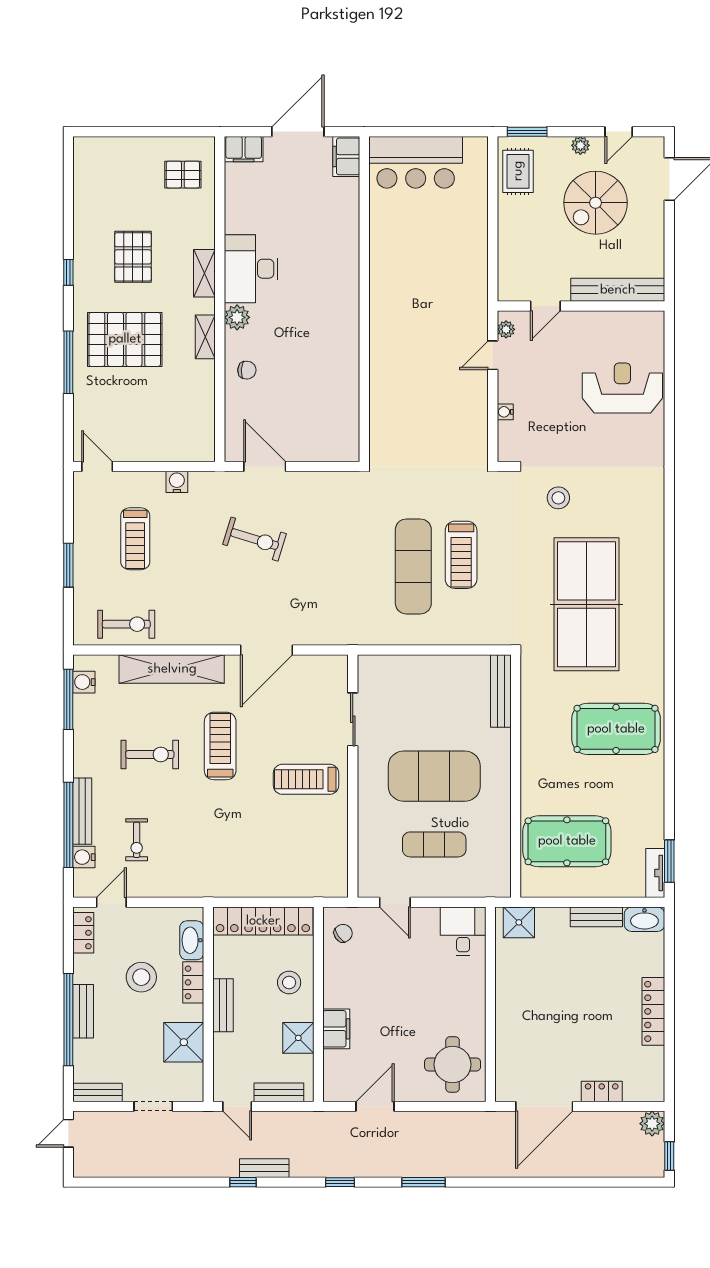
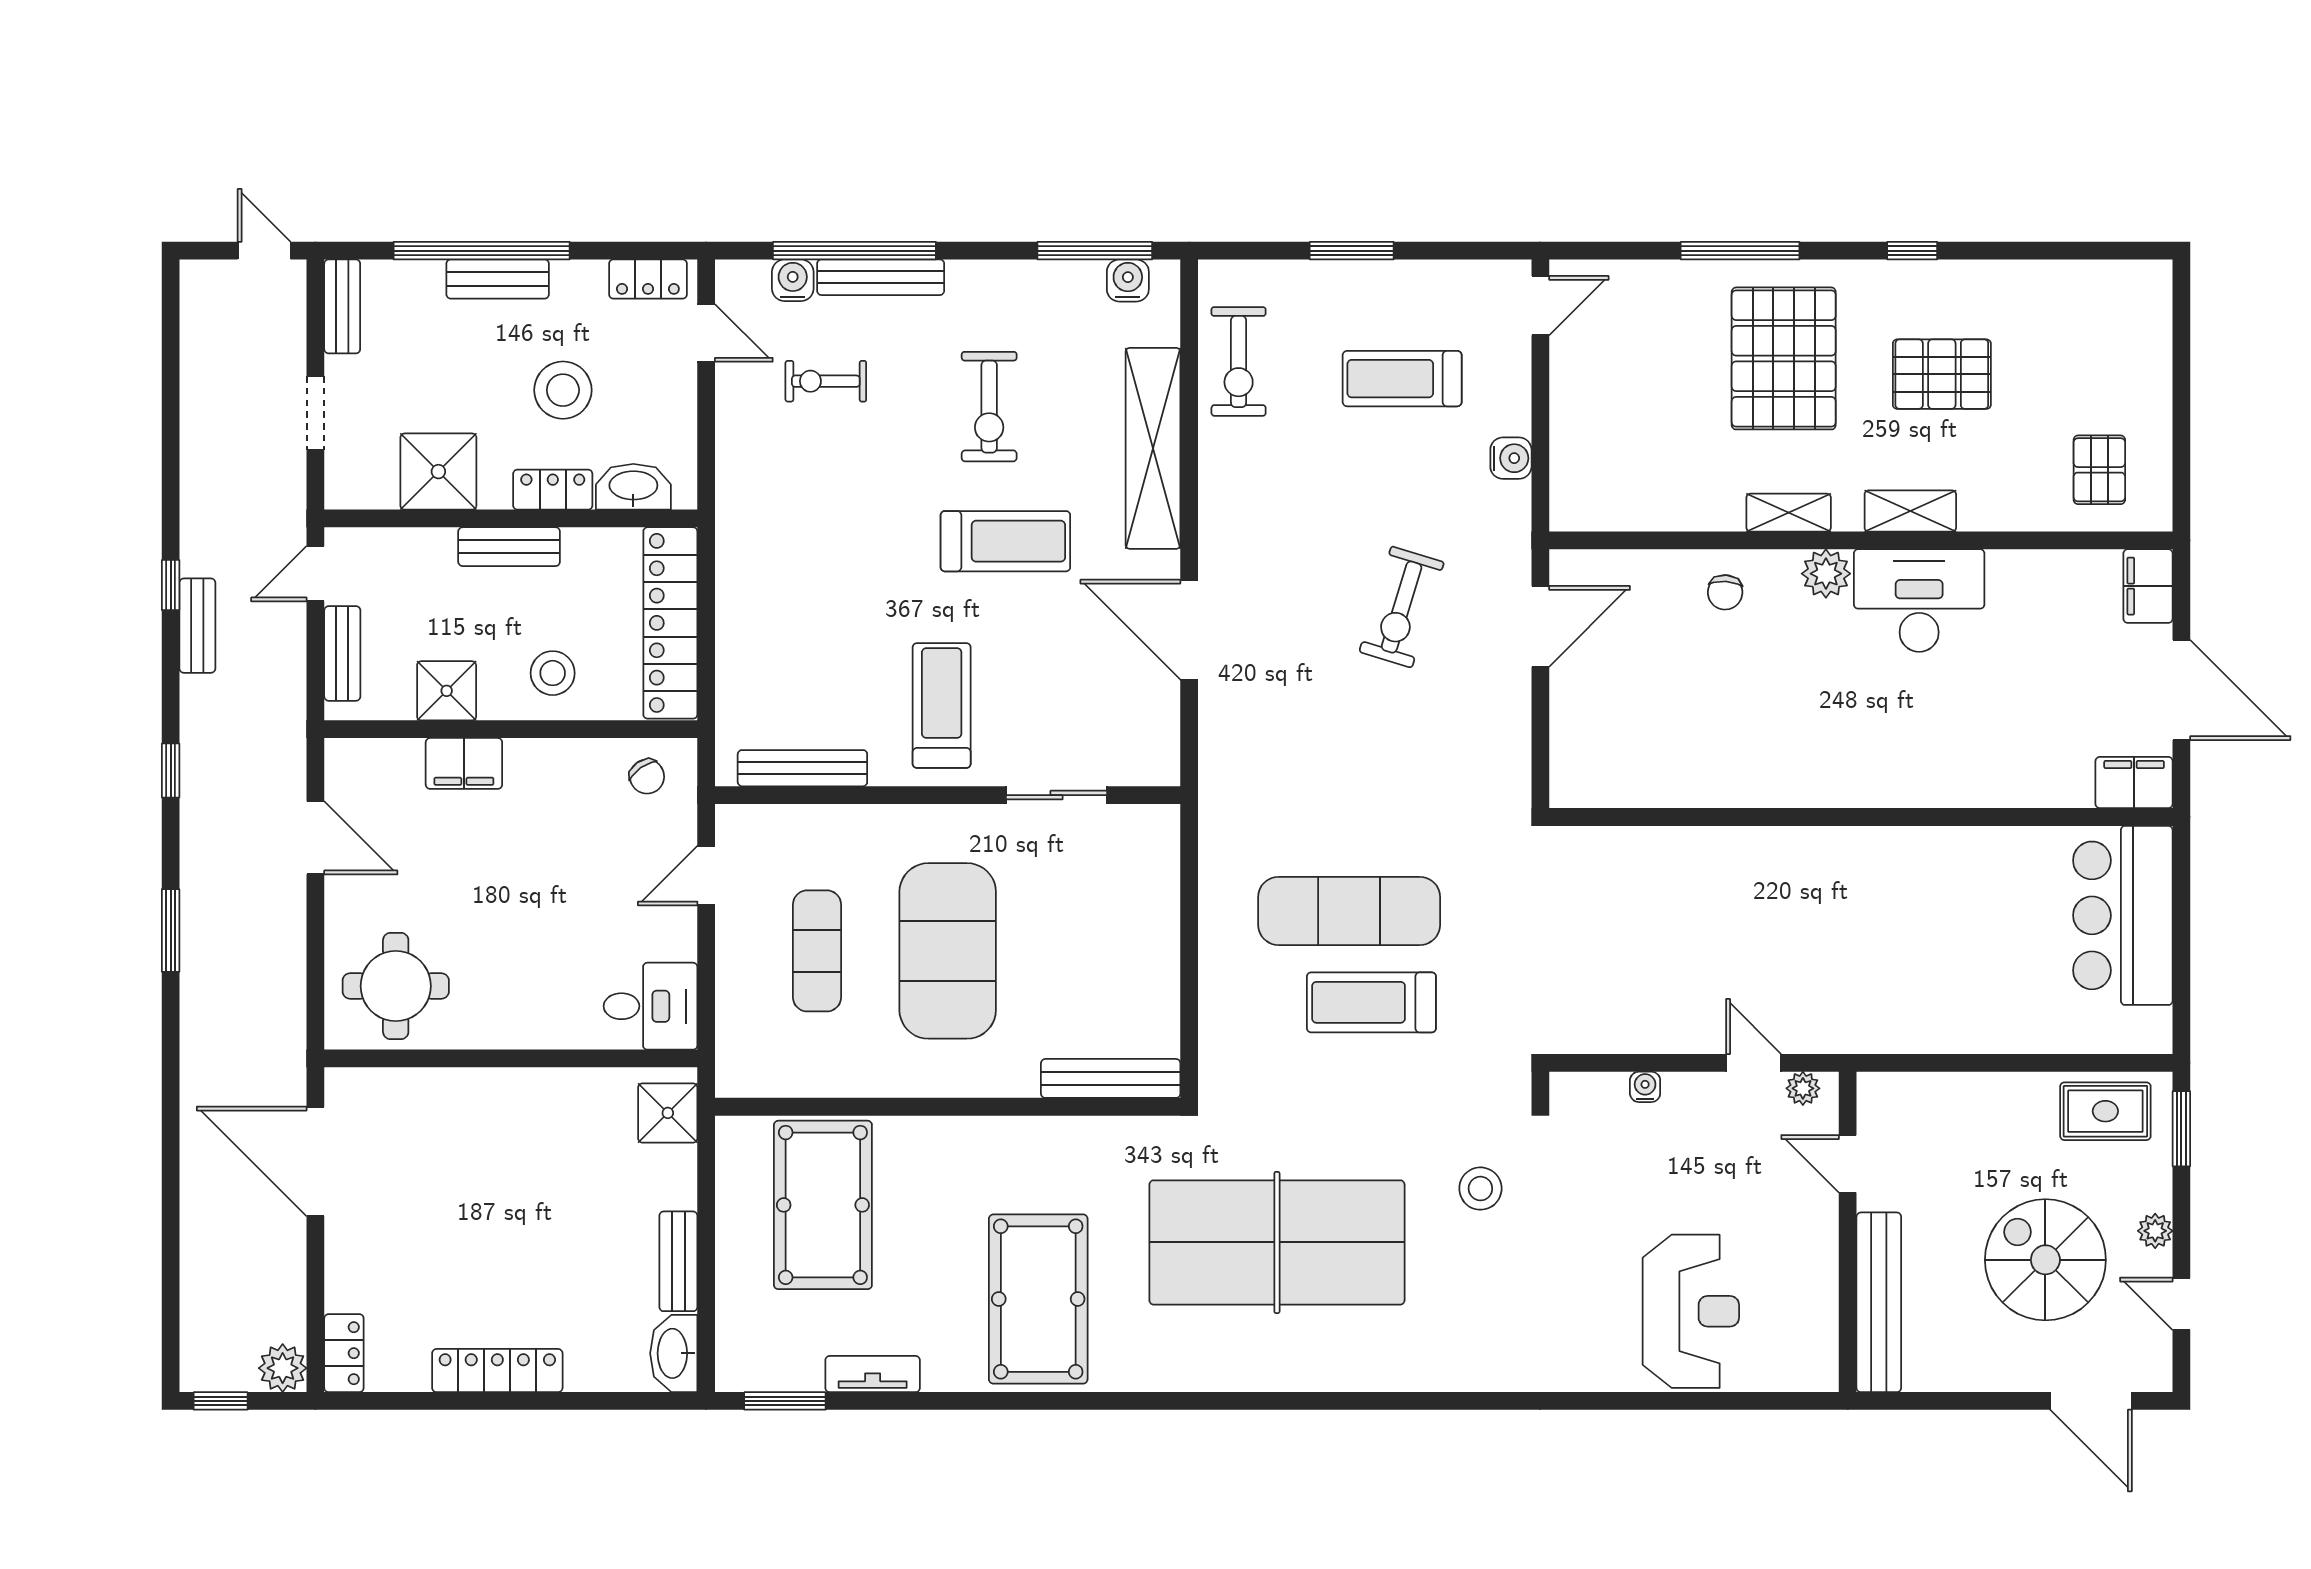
bench: (339, 852) -> (802, 768), added
tv unit: (655, 873) -> (873, 1374), moved
locker: (602, 1092) -> (344, 1353), moved

